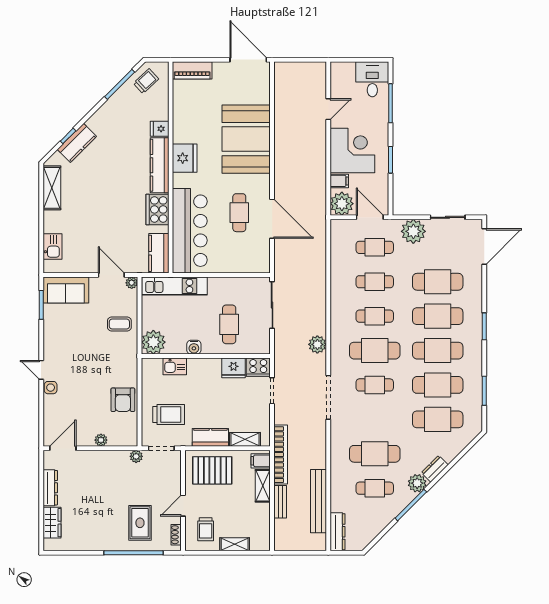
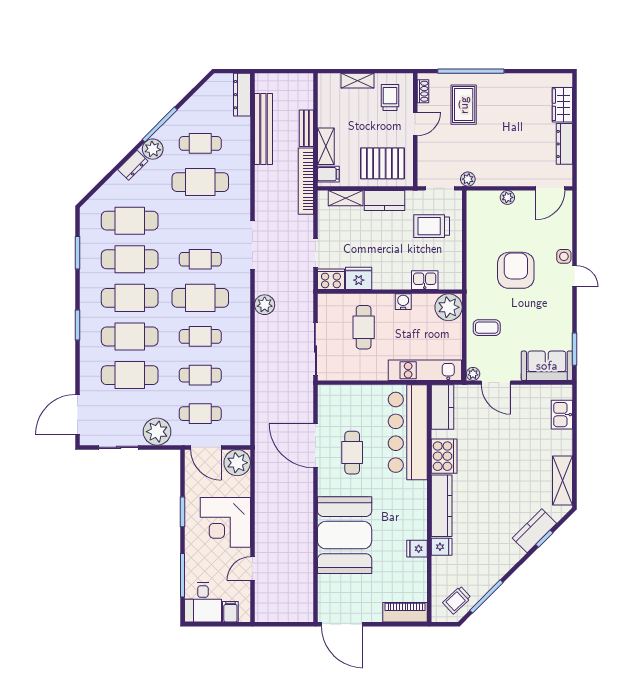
fridge: (185, 158) -> (417, 549), moved, width x0.53, depth x0.75
filing cabinet: (339, 181) -> (230, 612), moved, turned 90
armchair: (123, 400) -> (516, 270), moved, width x1.36, depth x1.36

